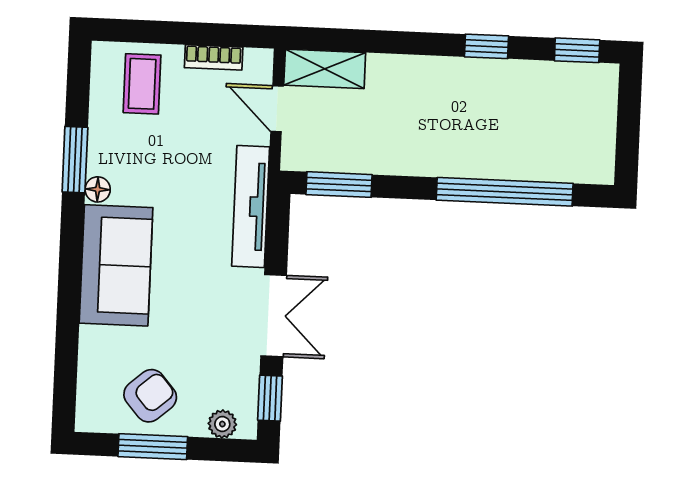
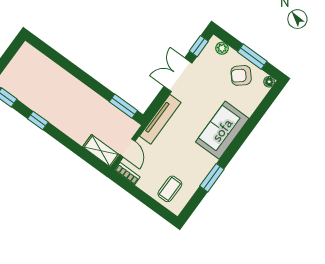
bookcase: (214, 57) -> (127, 173), moved
floor lamp: (98, 189) -> (269, 82), moved
window: (505, 192) -> (66, 64), removed

